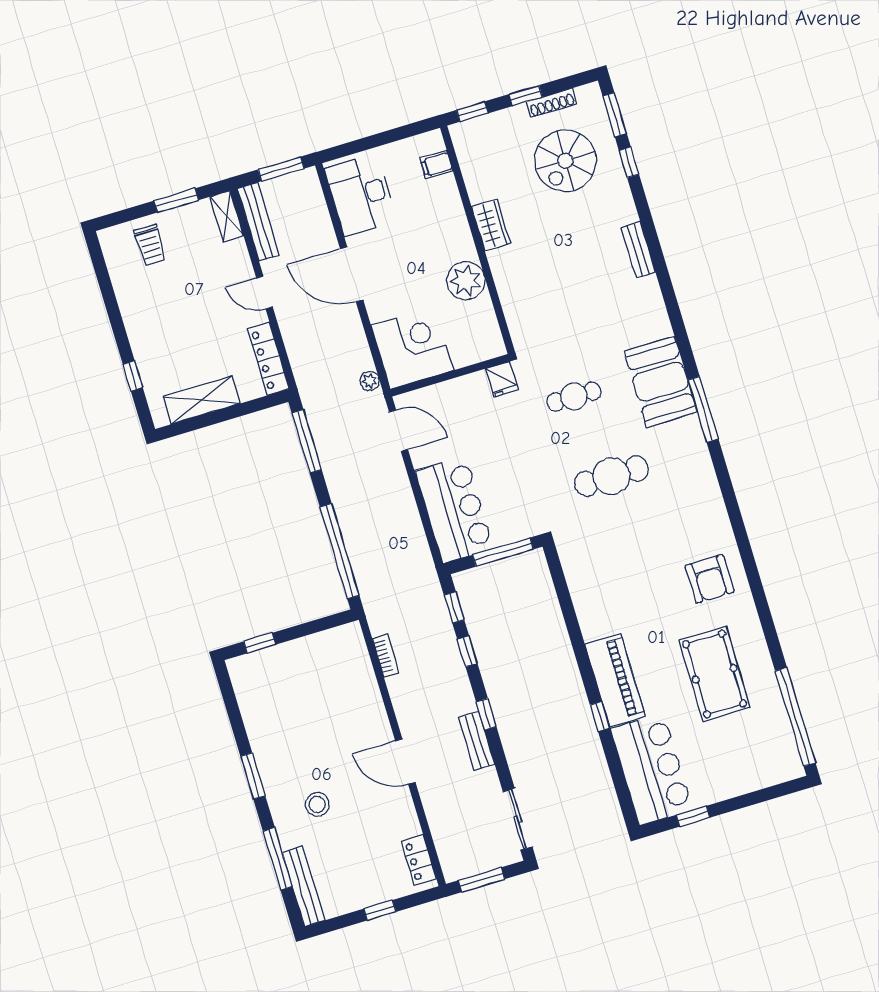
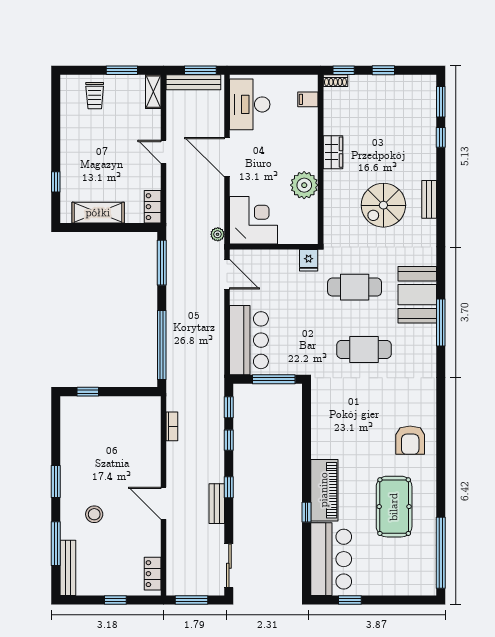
shoe rack: (552, 103) -> (335, 81), moved, width x0.70
spiral stairs: (565, 161) -> (383, 205), moved
bench: (258, 222) -> (193, 82), moved, turned 90
locker: (269, 359) -> (153, 207), width x0.66
cafe table: (574, 397) -> (355, 287), width x1.37, depth x1.35

